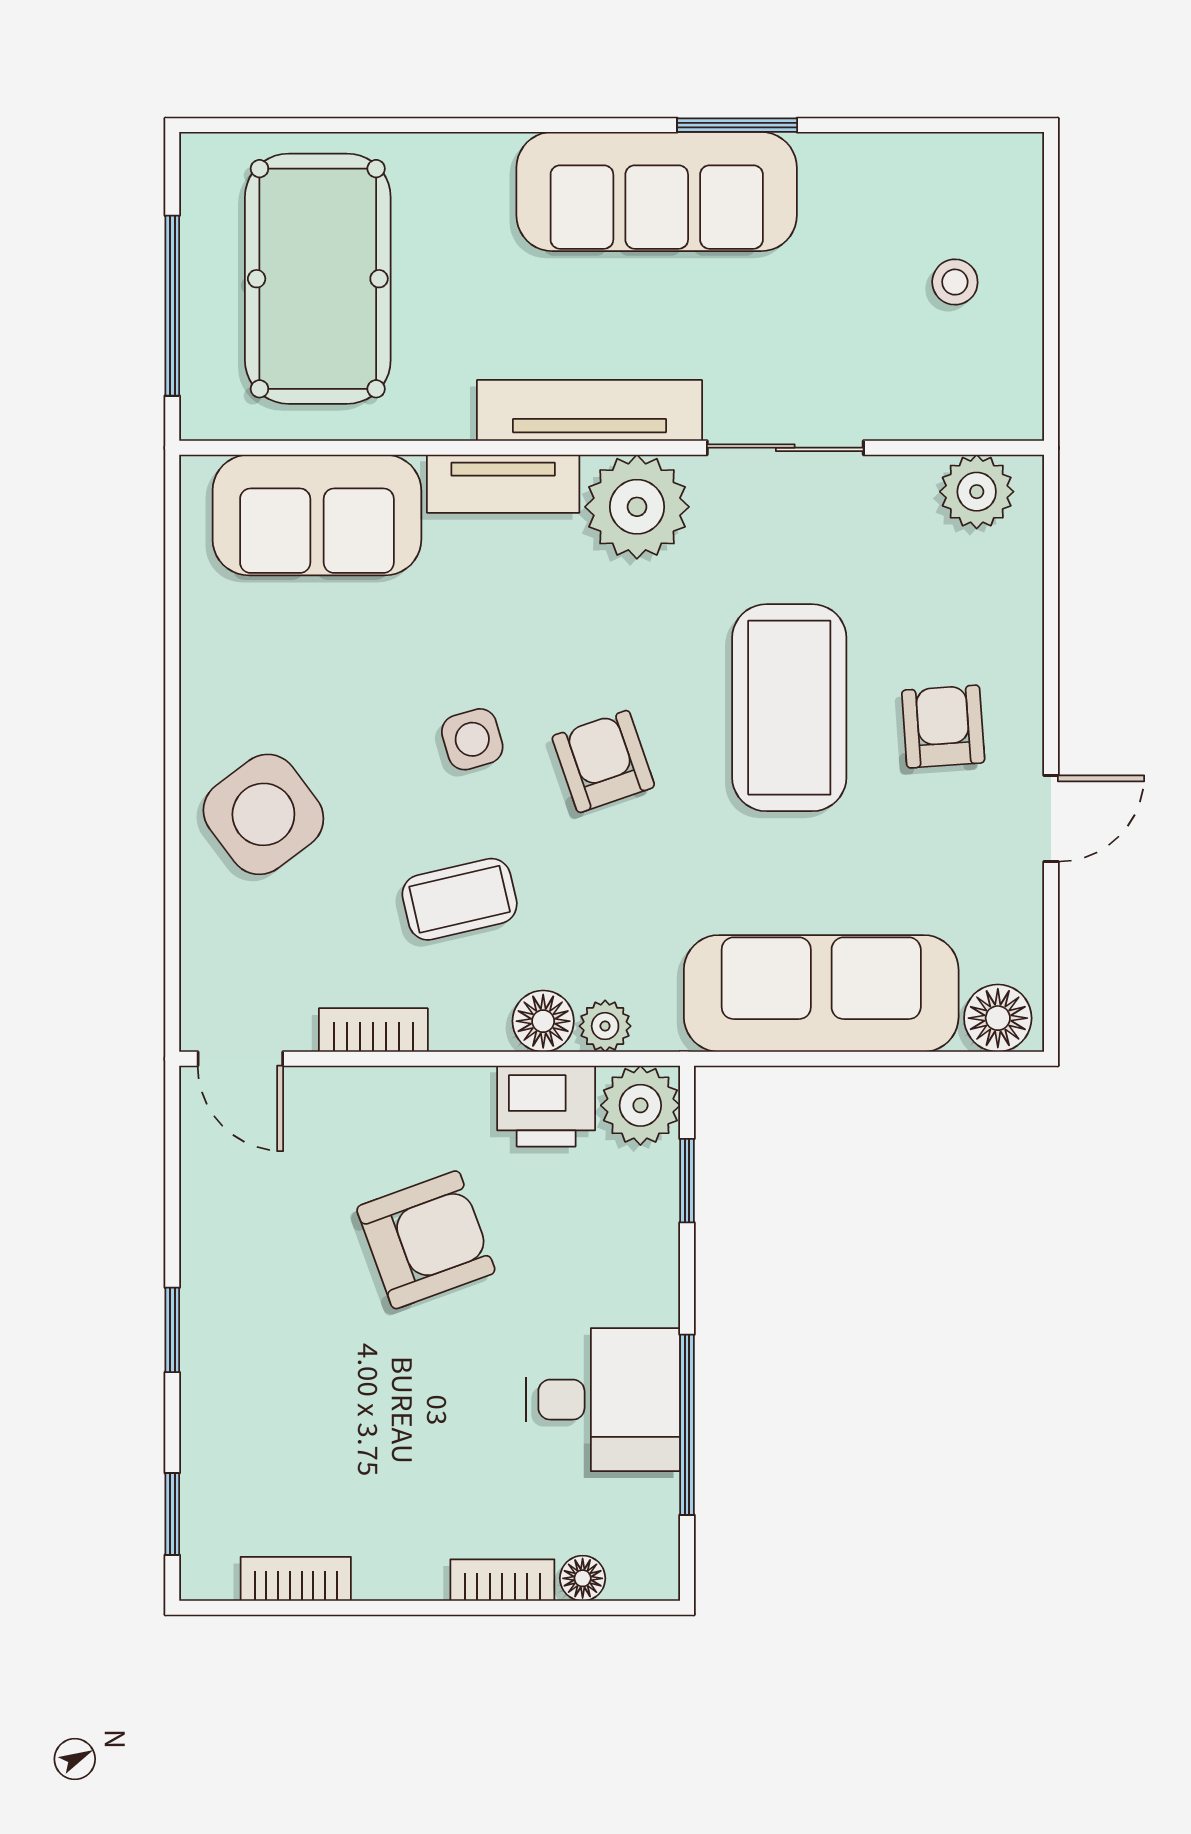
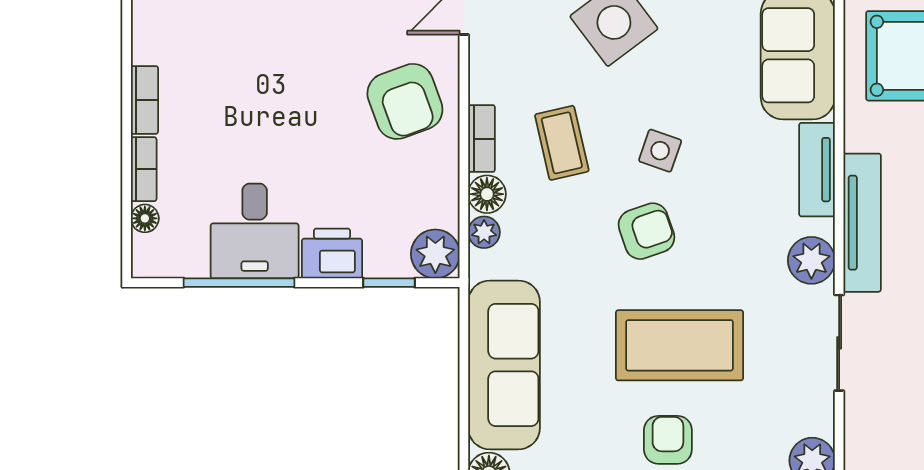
plant: (637, 507) -> (811, 260), width x0.73, depth x0.73
armchair: (943, 727) -> (668, 440), turned -86
side table: (472, 739) -> (660, 151), turned 35
bookcase: (373, 1030) -> (482, 139), moved
printer: (546, 1106) -> (332, 253), moved, turned 90
armchair: (426, 1240) -> (405, 101), moved
bookcase: (296, 1579) -> (144, 100), moved

